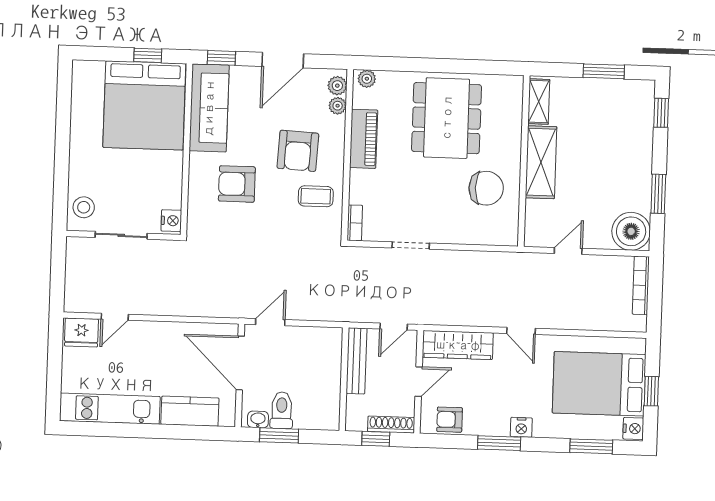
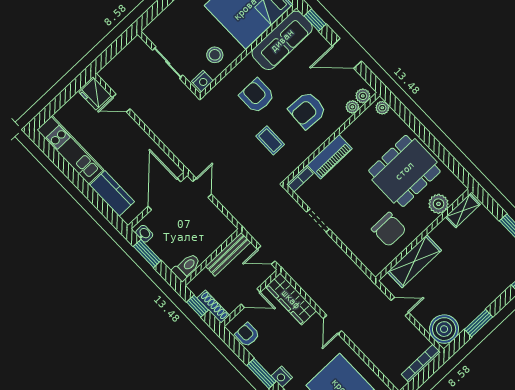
plant: (509, 118) -> (438, 204), added
piano: (364, 139) -> (330, 157), moved
shelving: (541, 162) -> (414, 261), moved
coffee table: (316, 196) -> (270, 140), moved
stool: (84, 207) -> (215, 55), moved
door: (270, 322) -> (202, 188), hinge flipped
toilet: (282, 410) -> (186, 267), moved

